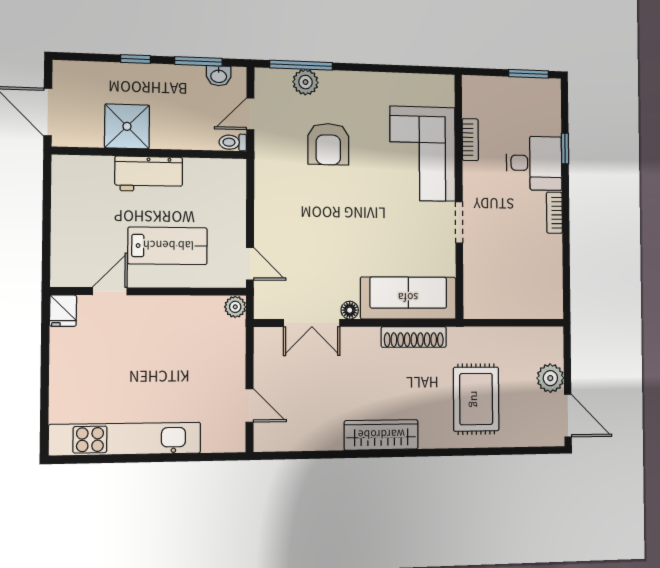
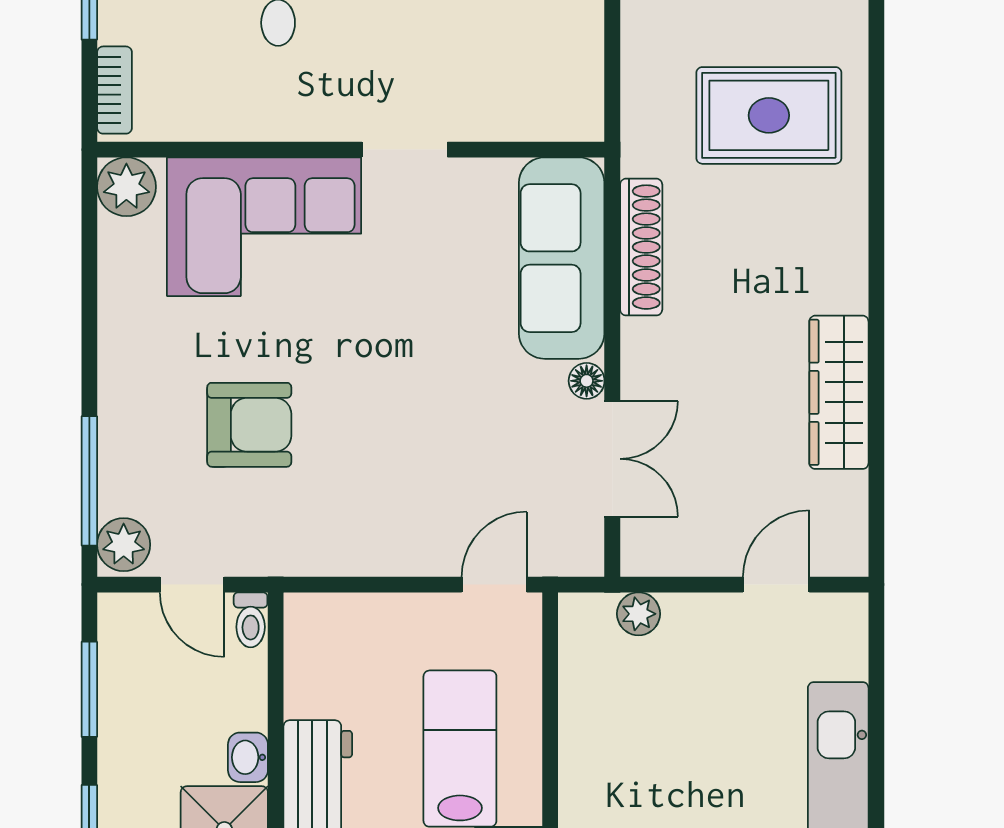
washbasin: (219, 76) -> (248, 757), moved, turned 180
plant: (305, 82) -> (124, 545), moved
plant: (441, 88) -> (126, 187), added
bookcase: (470, 140) -> (115, 90), moved, turned 90
plant: (235, 307) -> (638, 614), moved
wardrobe: (381, 435) -> (839, 392), moved

